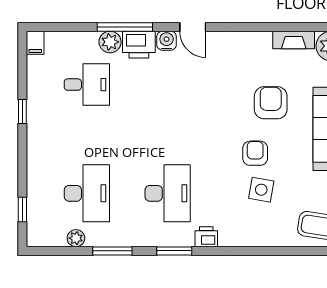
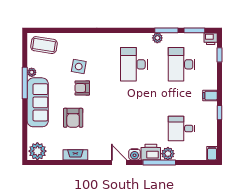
fireplace: (294, 40) -> (75, 155), moved
filing cabinet: (39, 140) -> (210, 96), added
armchair: (255, 153) -> (82, 88), turned 90
printer: (206, 237) -> (211, 39), moved
plant: (76, 238) -> (157, 38), moved
window: (174, 251) -> (194, 30), moved

